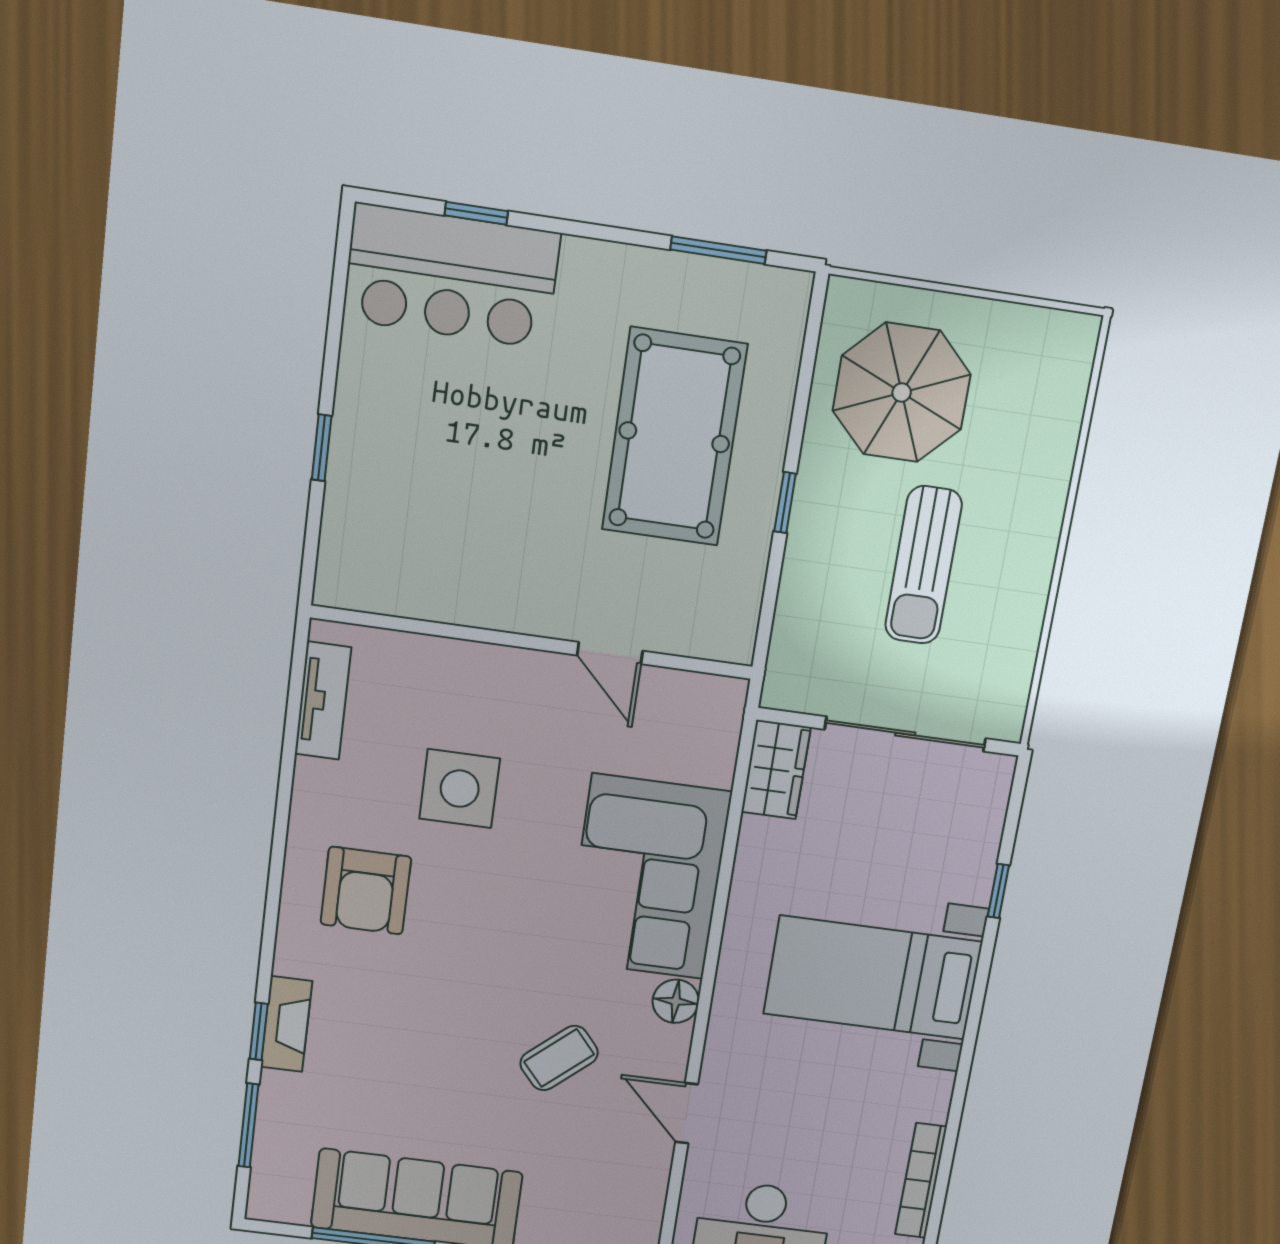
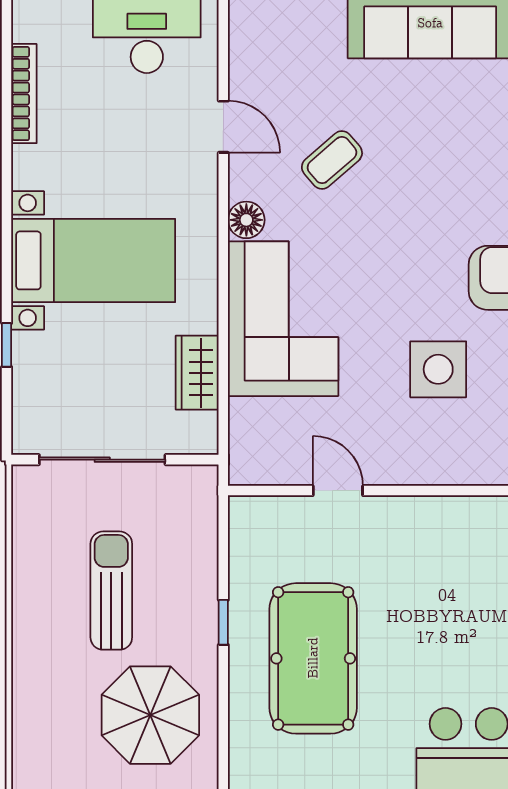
wardrobe: (776, 770) -> (197, 373), moved

